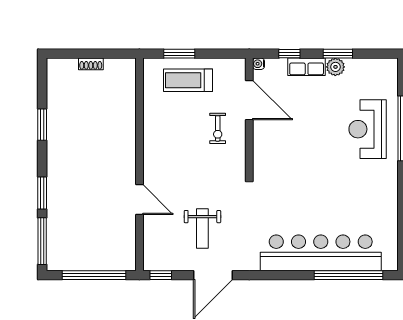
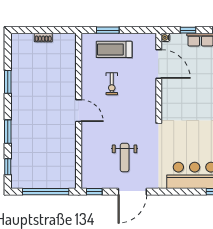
exercise bike: (218, 128) -> (112, 84), moved
door: (139, 200) -> (79, 111), moved
window: (42, 241) -> (8, 167), width x0.46

